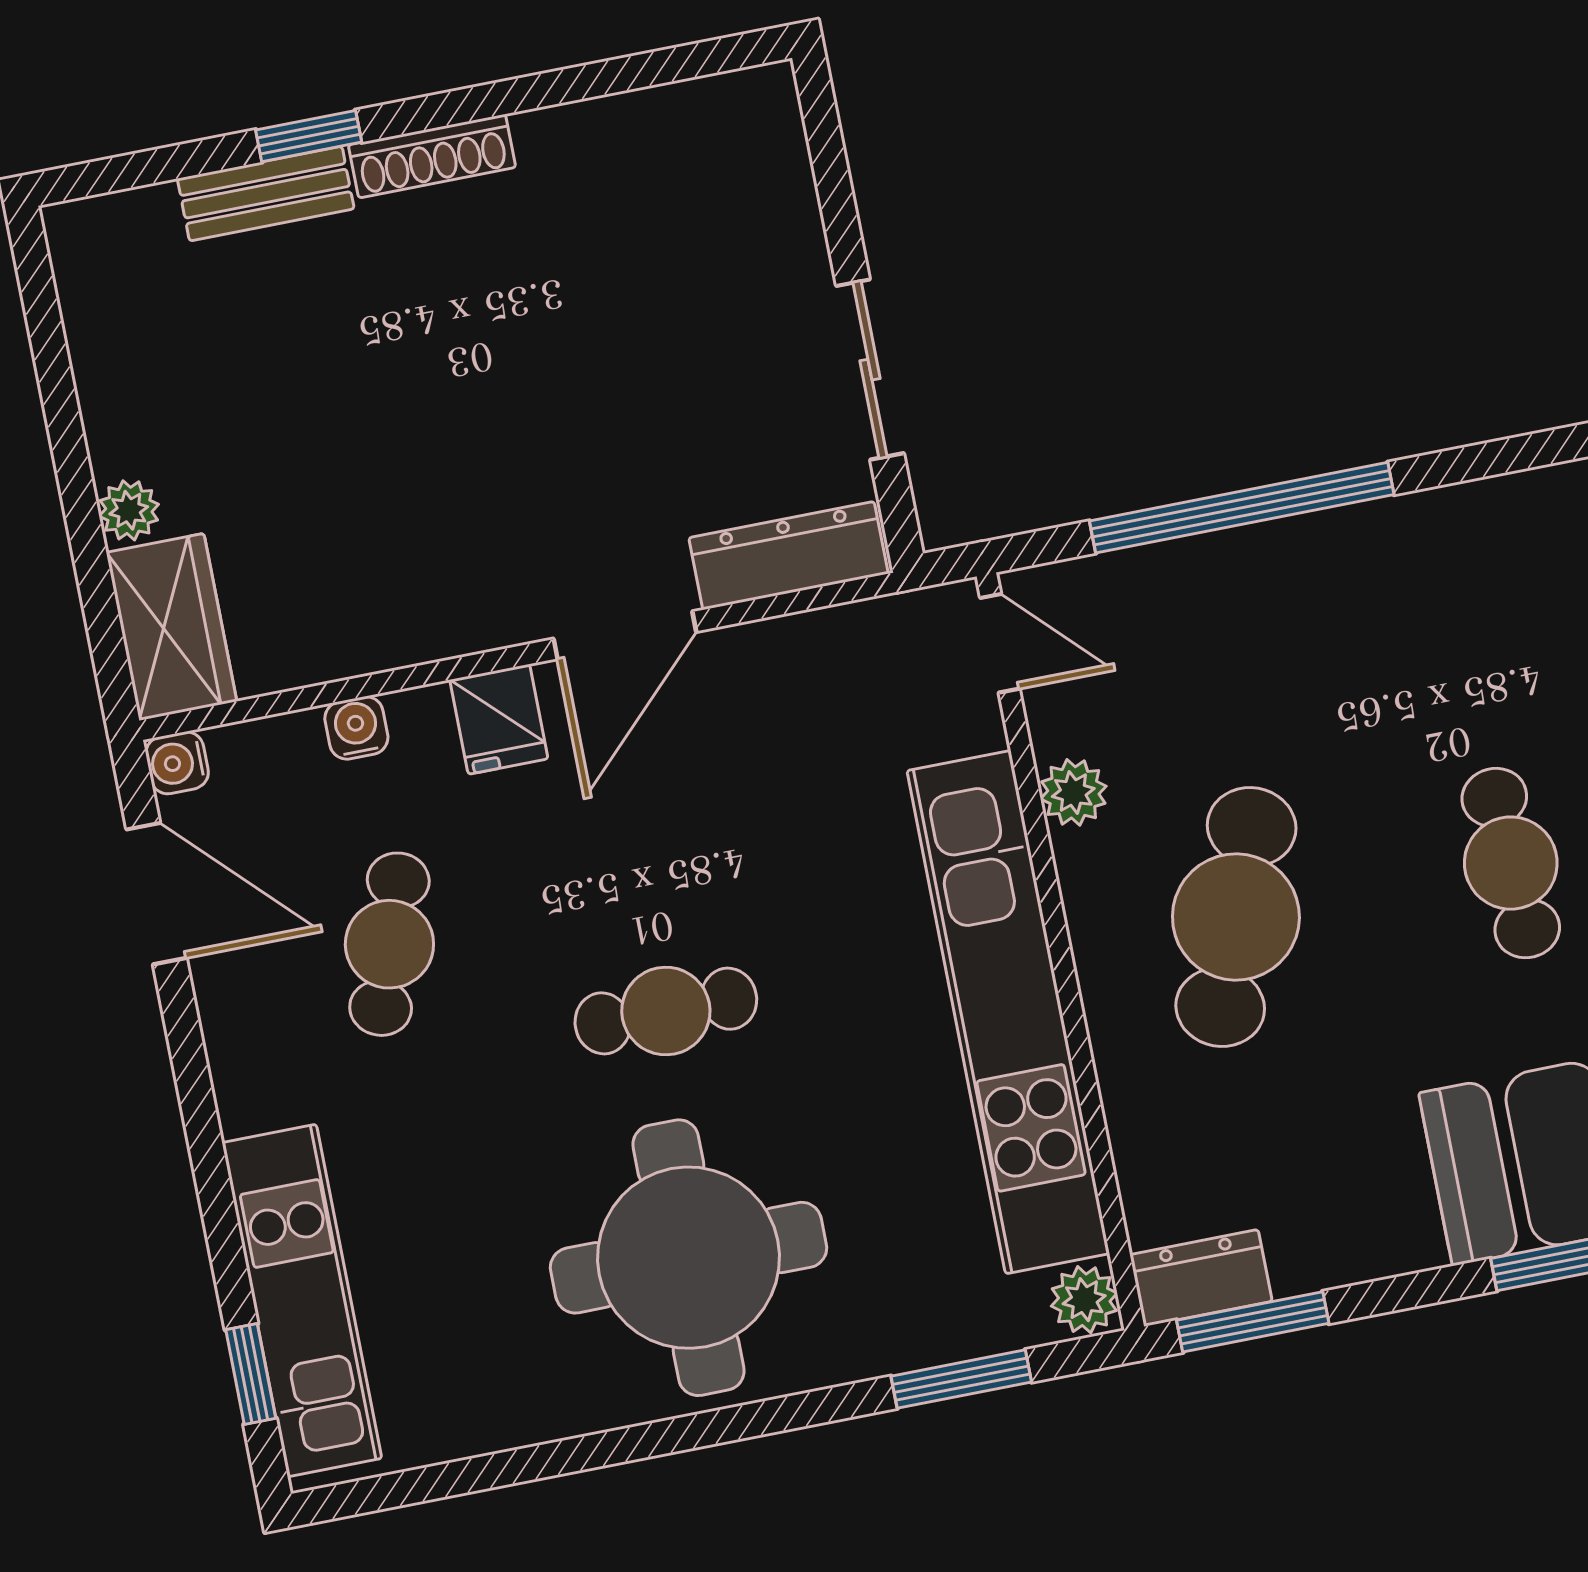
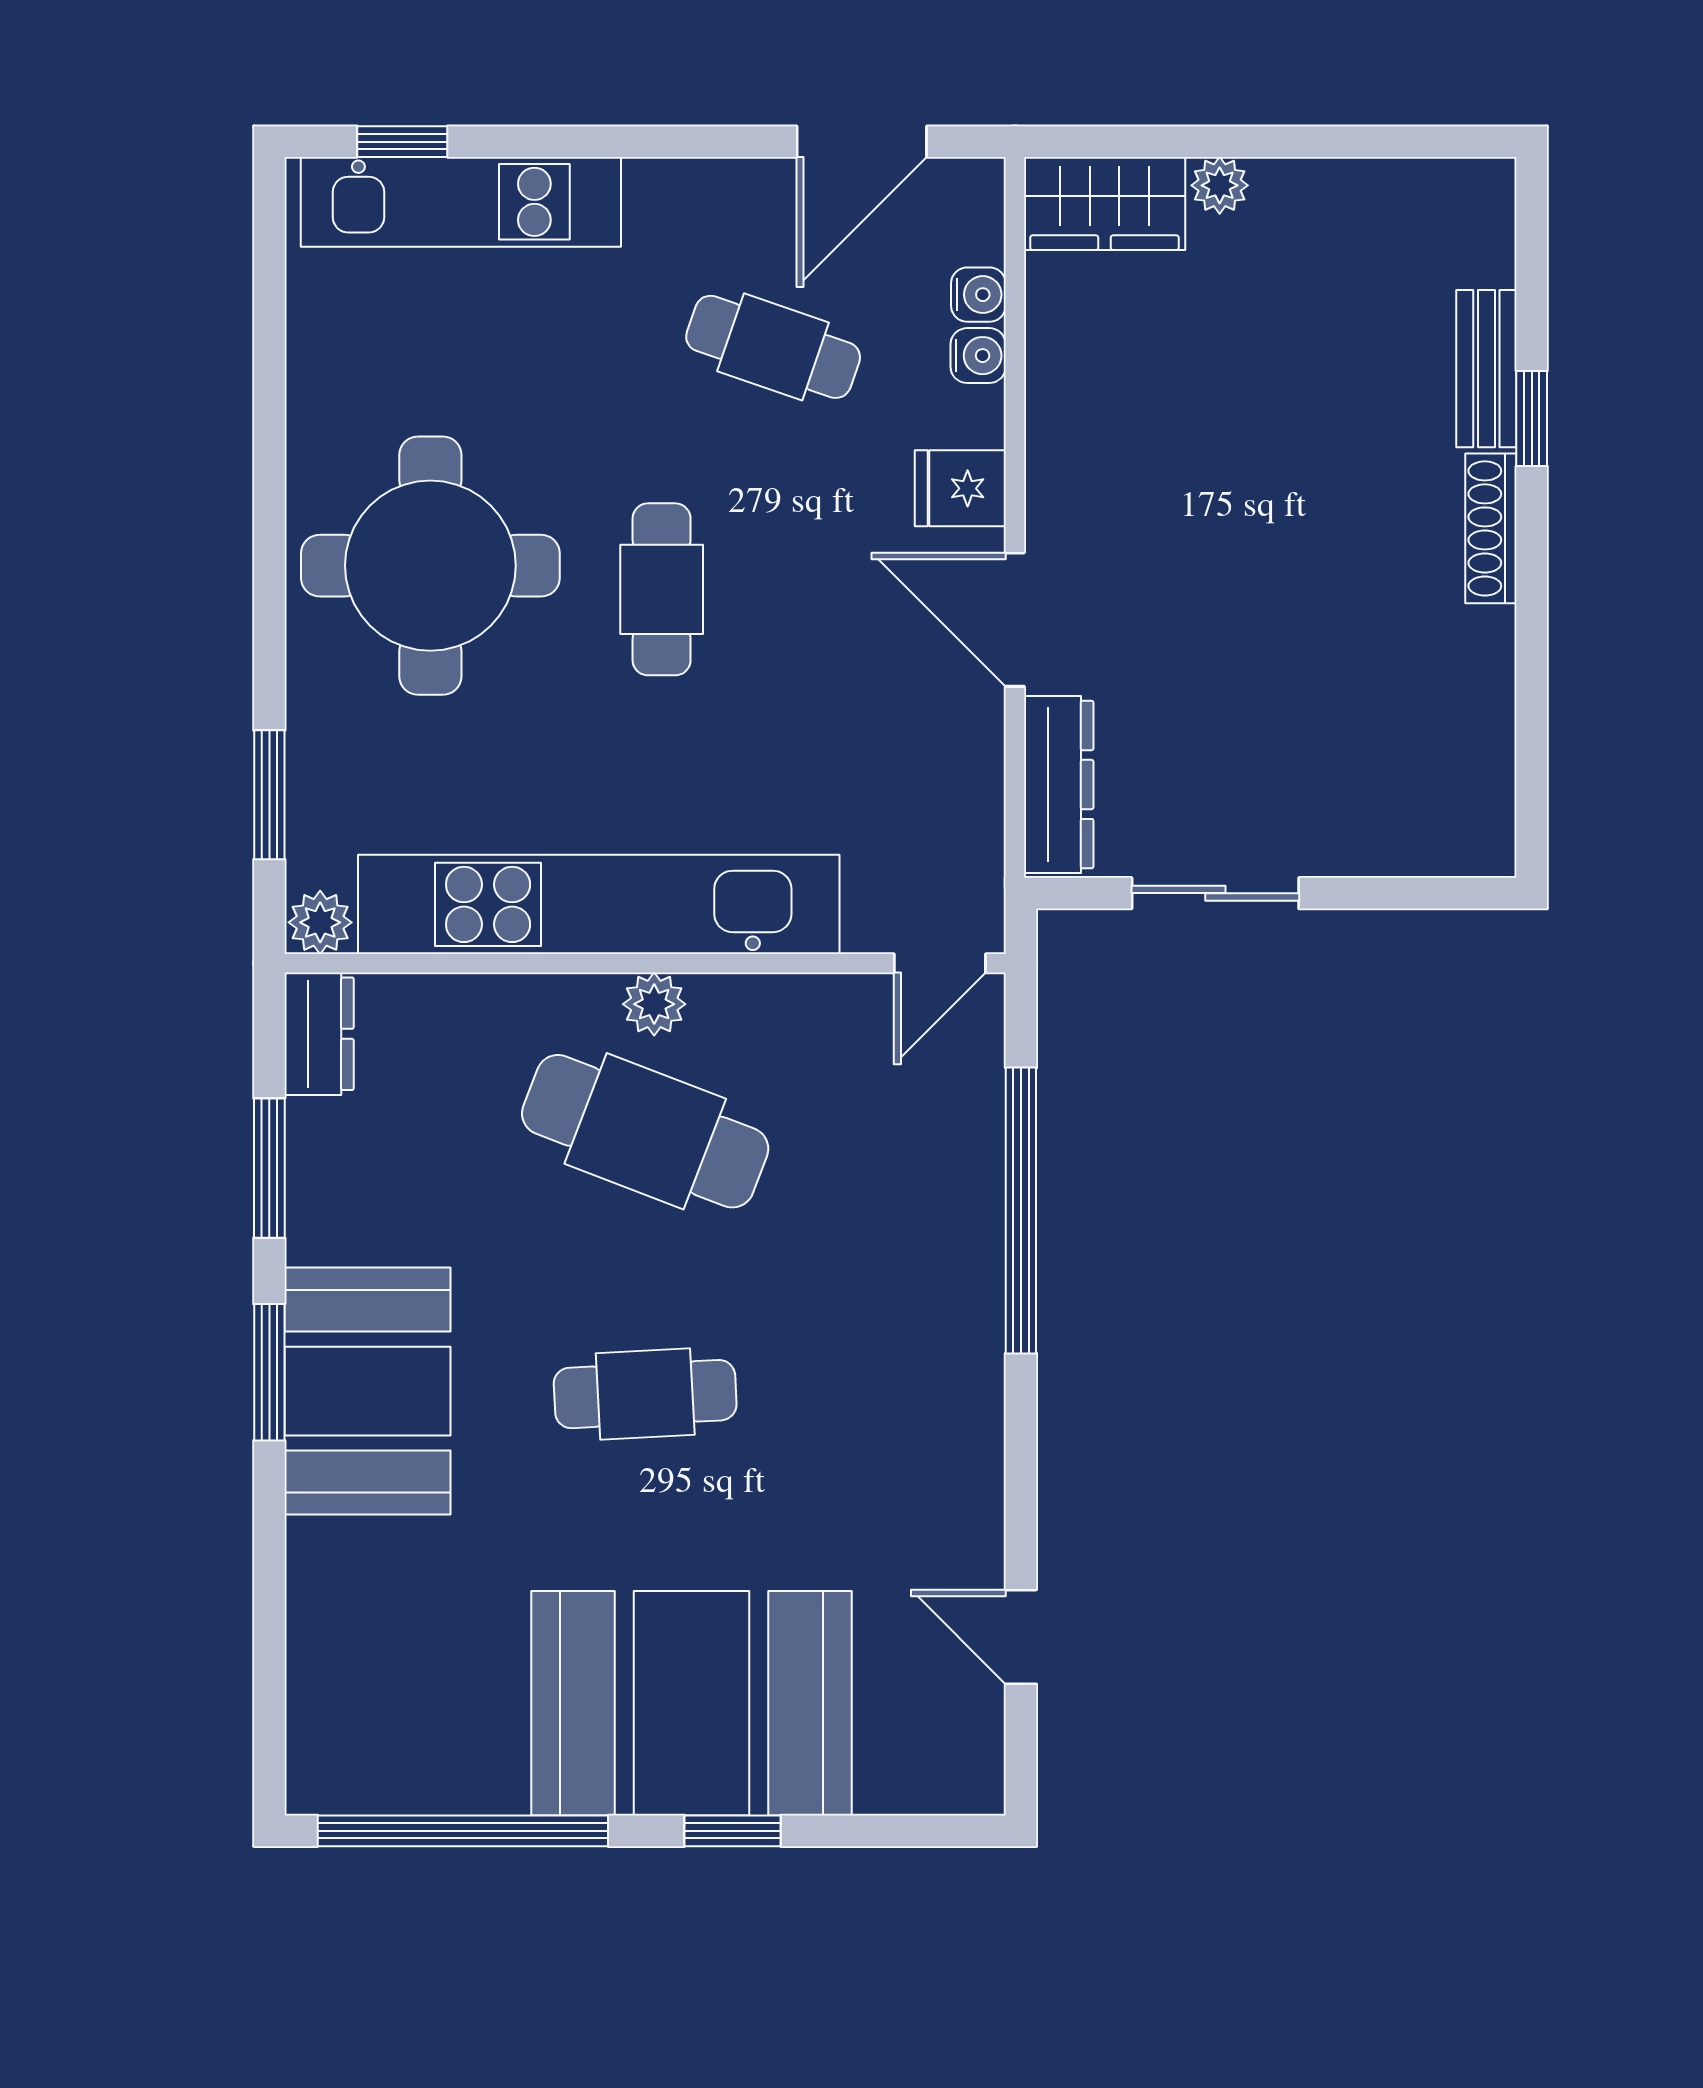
water cooler: (177, 763) -> (978, 295), moved, turned 90
plant: (1073, 792) -> (654, 1004), moved
window: (1253, 1322) -> (269, 1168), moved

